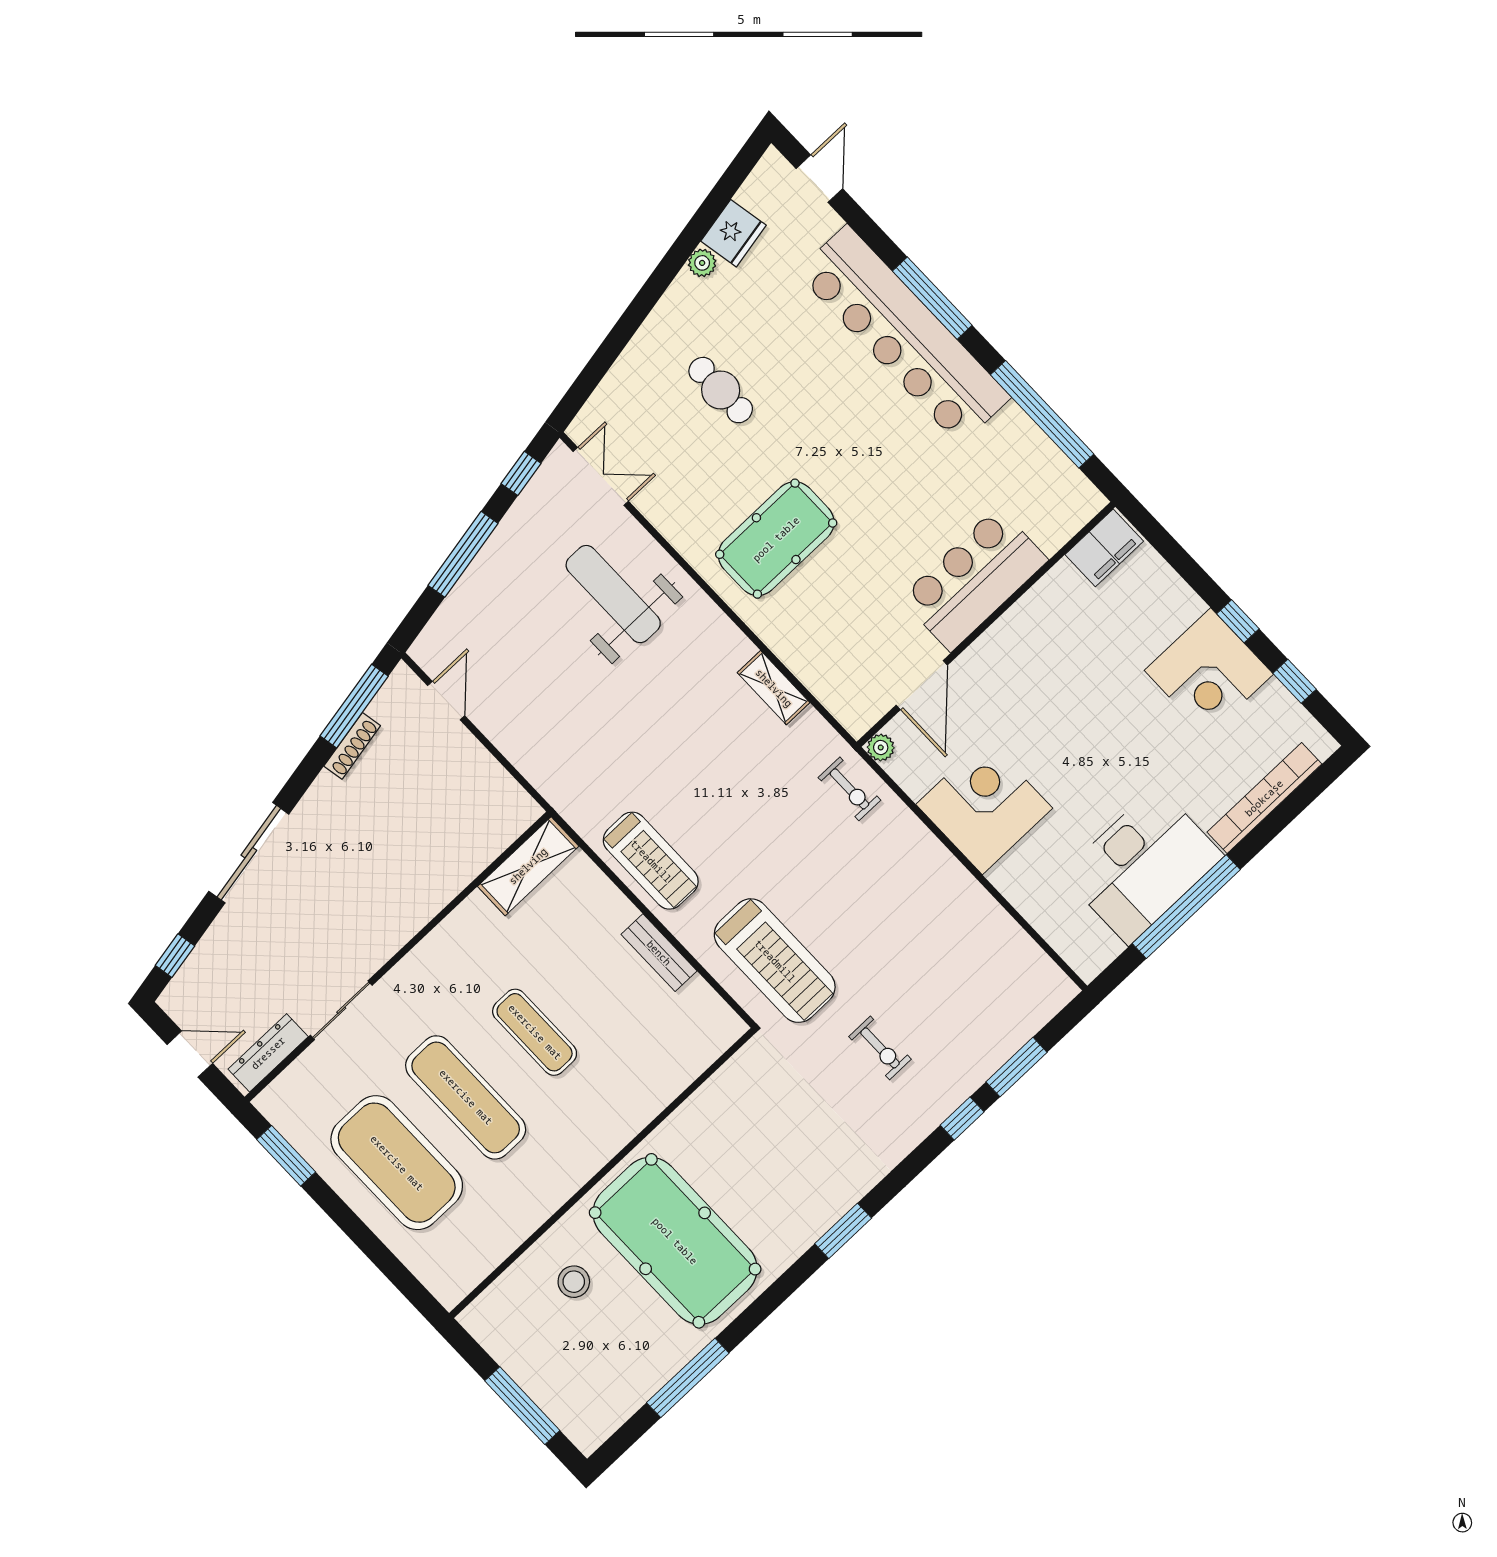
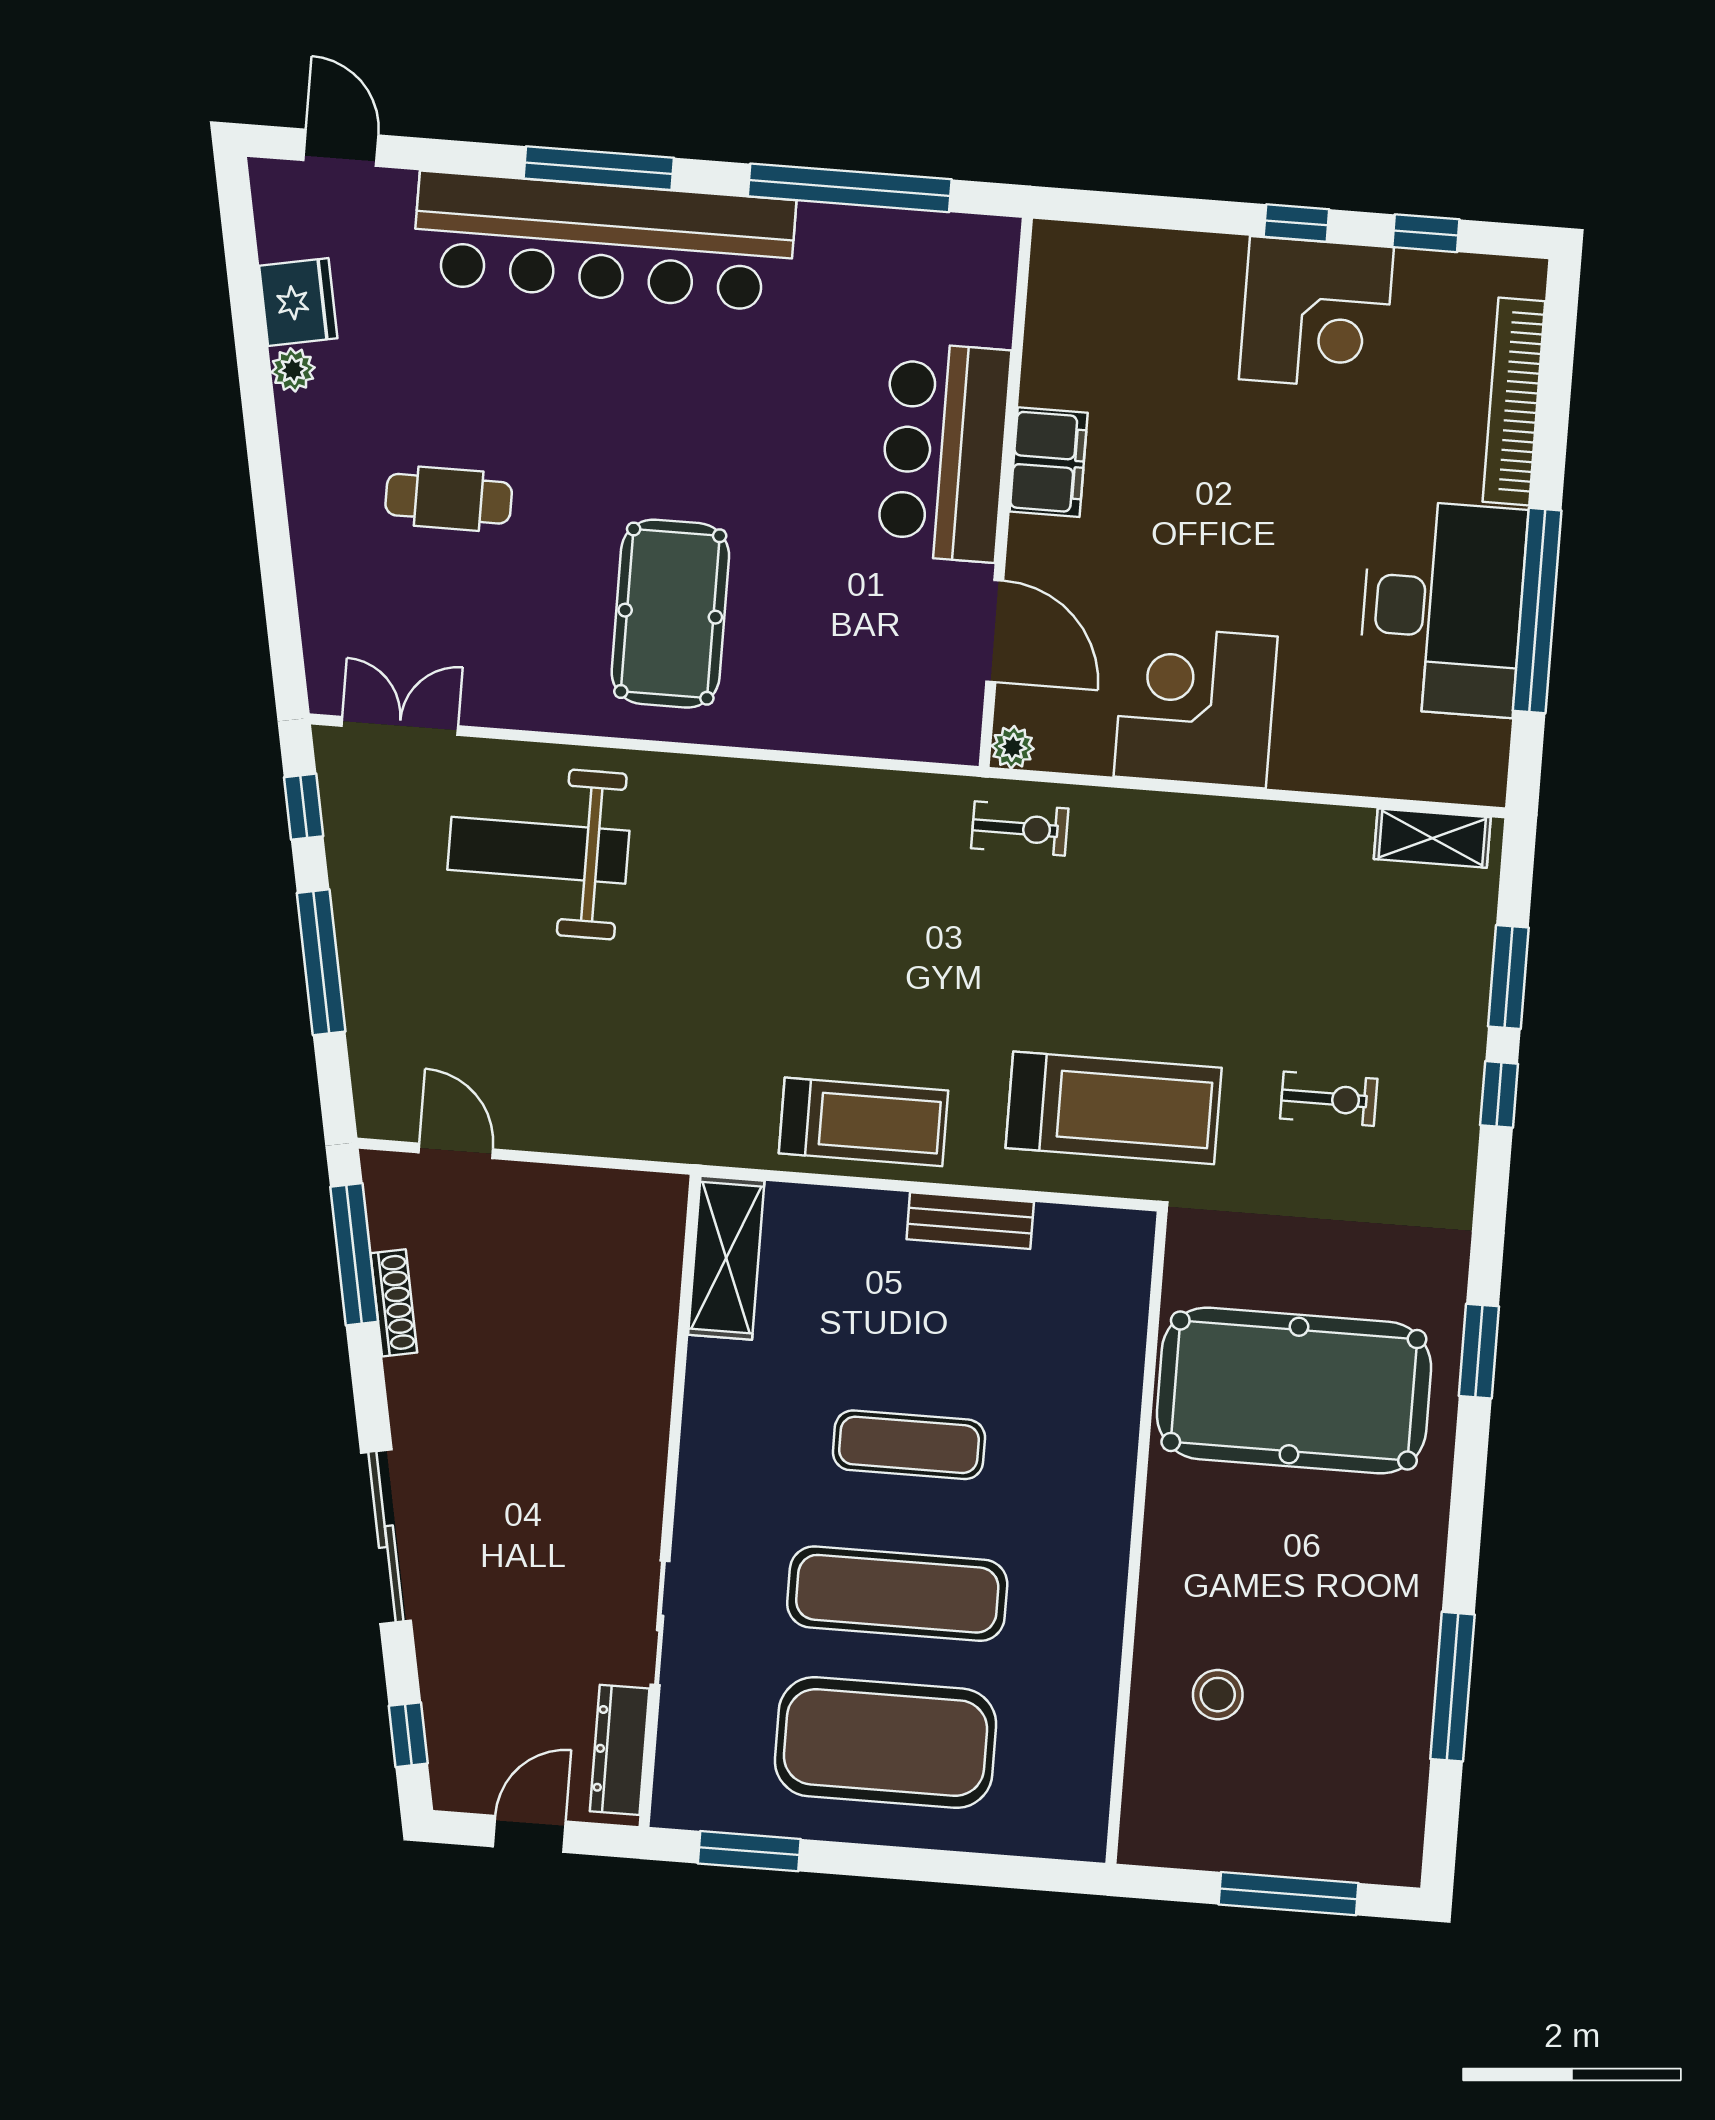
filing cabinet: (1104, 548) -> (1049, 462), moved
shelving: (774, 688) -> (1432, 838), moved
pool table: (675, 1241) -> (1294, 1390), moved

